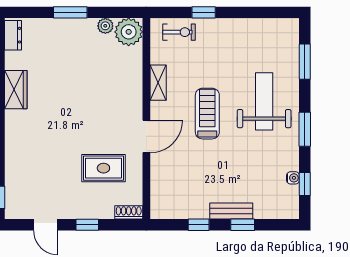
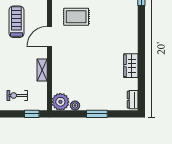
window: (204, 12) -> (32, 114), moved
exercise bike: (179, 32) -> (17, 95), moved
treadmill: (207, 114) -> (16, 22), moved, turned 180

